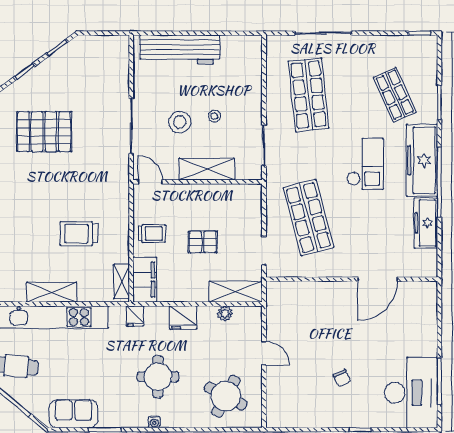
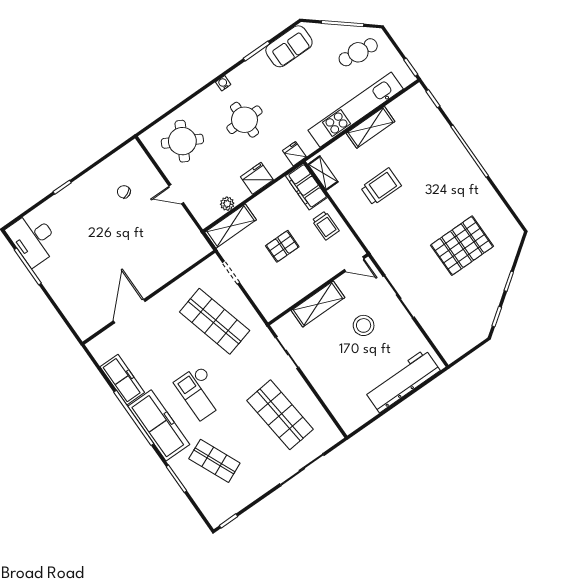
stool: (215, 116) -> (340, 348), removed
trolley: (152, 234) -> (326, 226), turned -90
chair: (342, 378) -> (124, 192), moved
desk: (411, 393) -> (33, 239), width x0.73, depth x0.77

